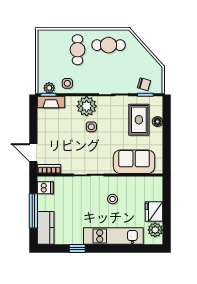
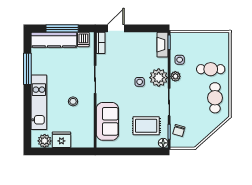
plant: (49, 88) -> (175, 76), moved
floor lamp: (157, 122) -> (163, 143), moved
kitchen counter: (46, 228) -> (54, 40), width x1.50
window: (77, 248) -> (27, 69), width x2.17

